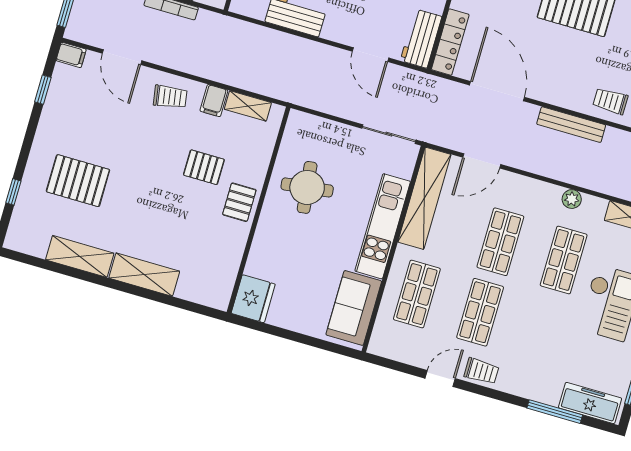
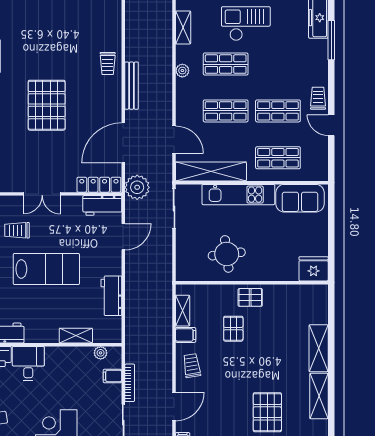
plant: (432, 93) -> (137, 187), added

